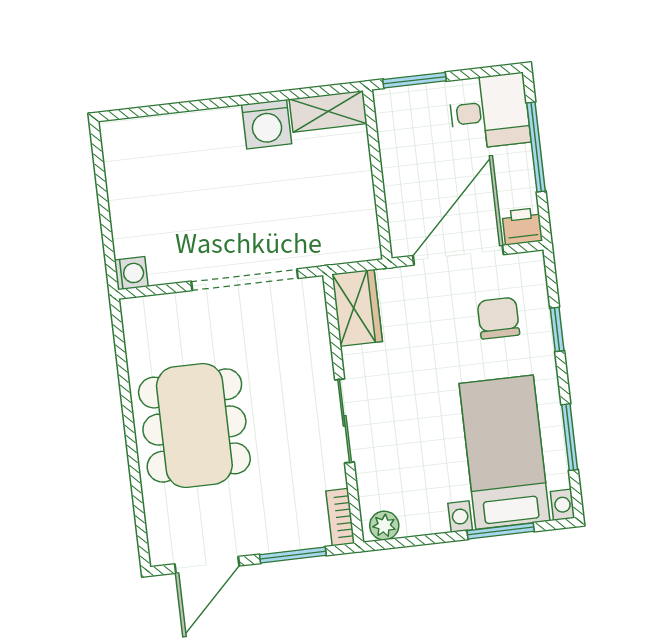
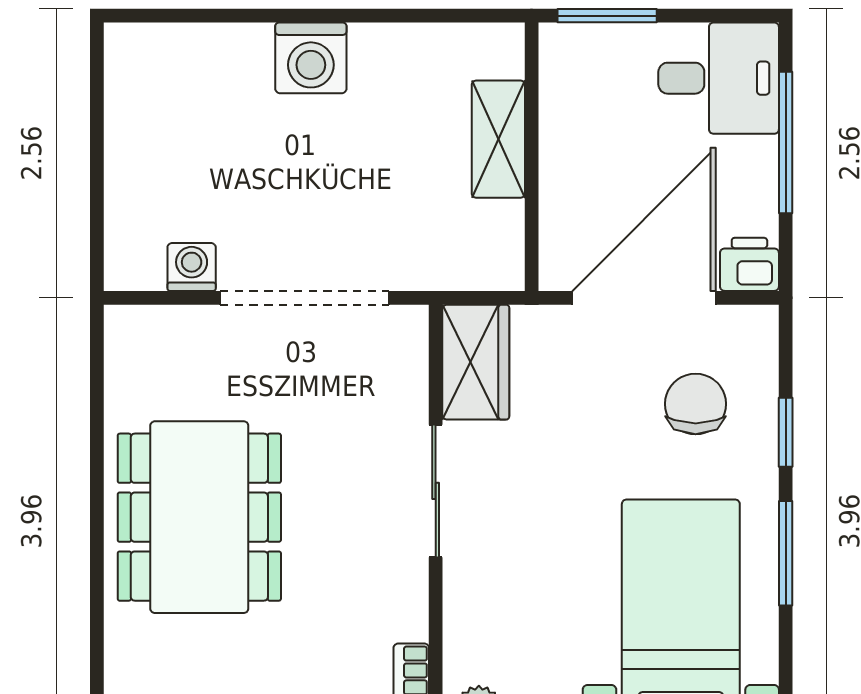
shelving: (328, 111) -> (498, 139), moved, turned 90
washing machine: (267, 124) -> (311, 58), moved
washing machine: (131, 273) -> (192, 267), moved, turned -90
sliding door: (345, 421) -> (436, 491), moved
window: (570, 437) -> (786, 553), moved

